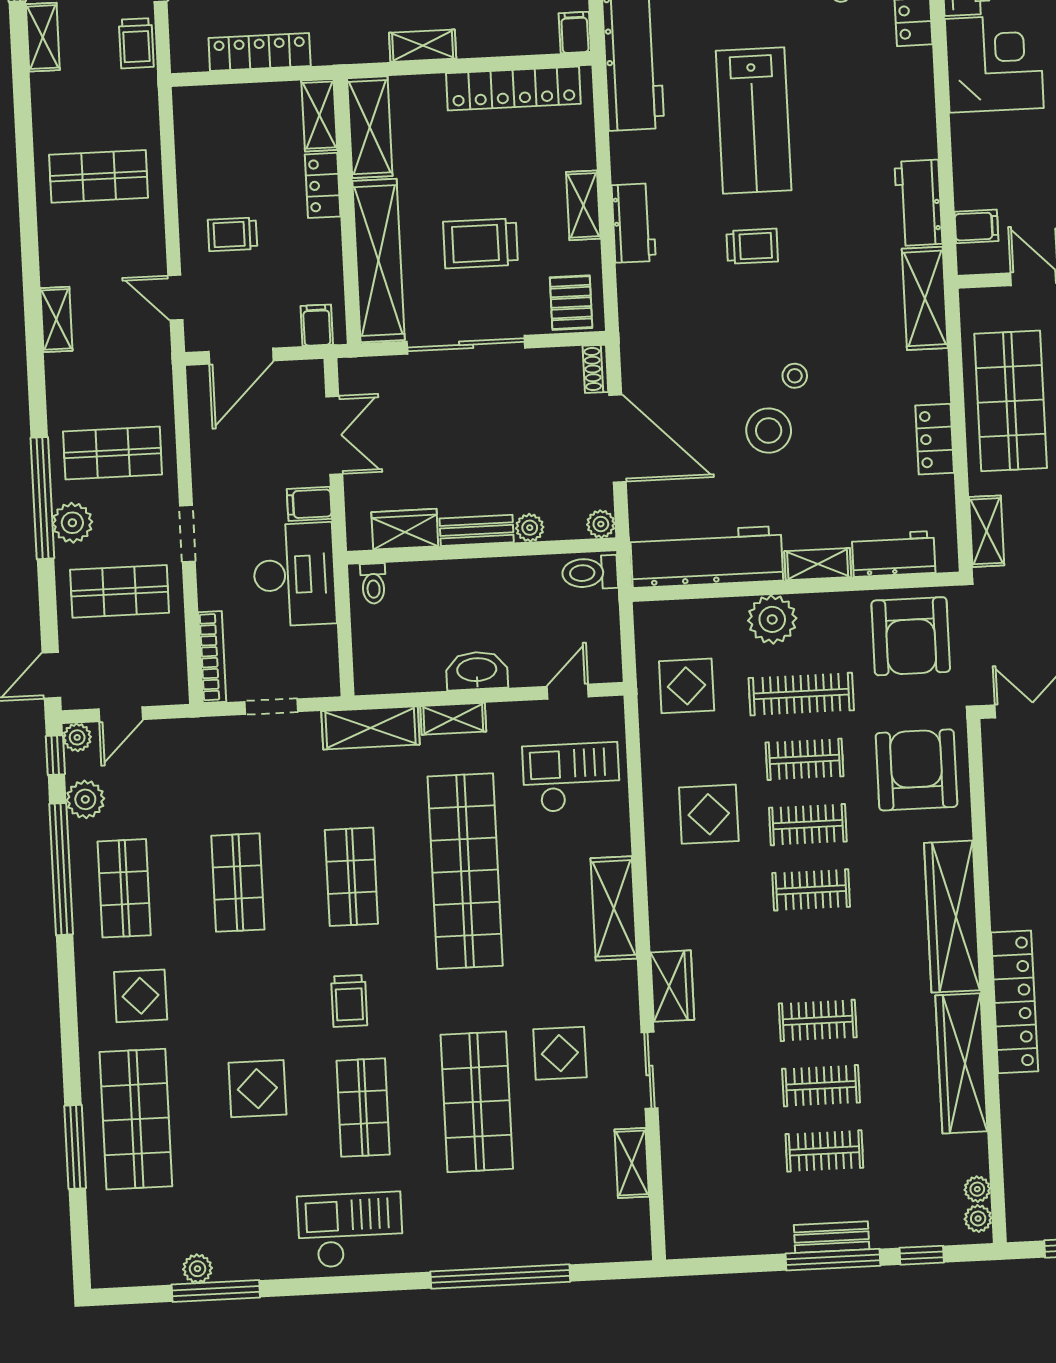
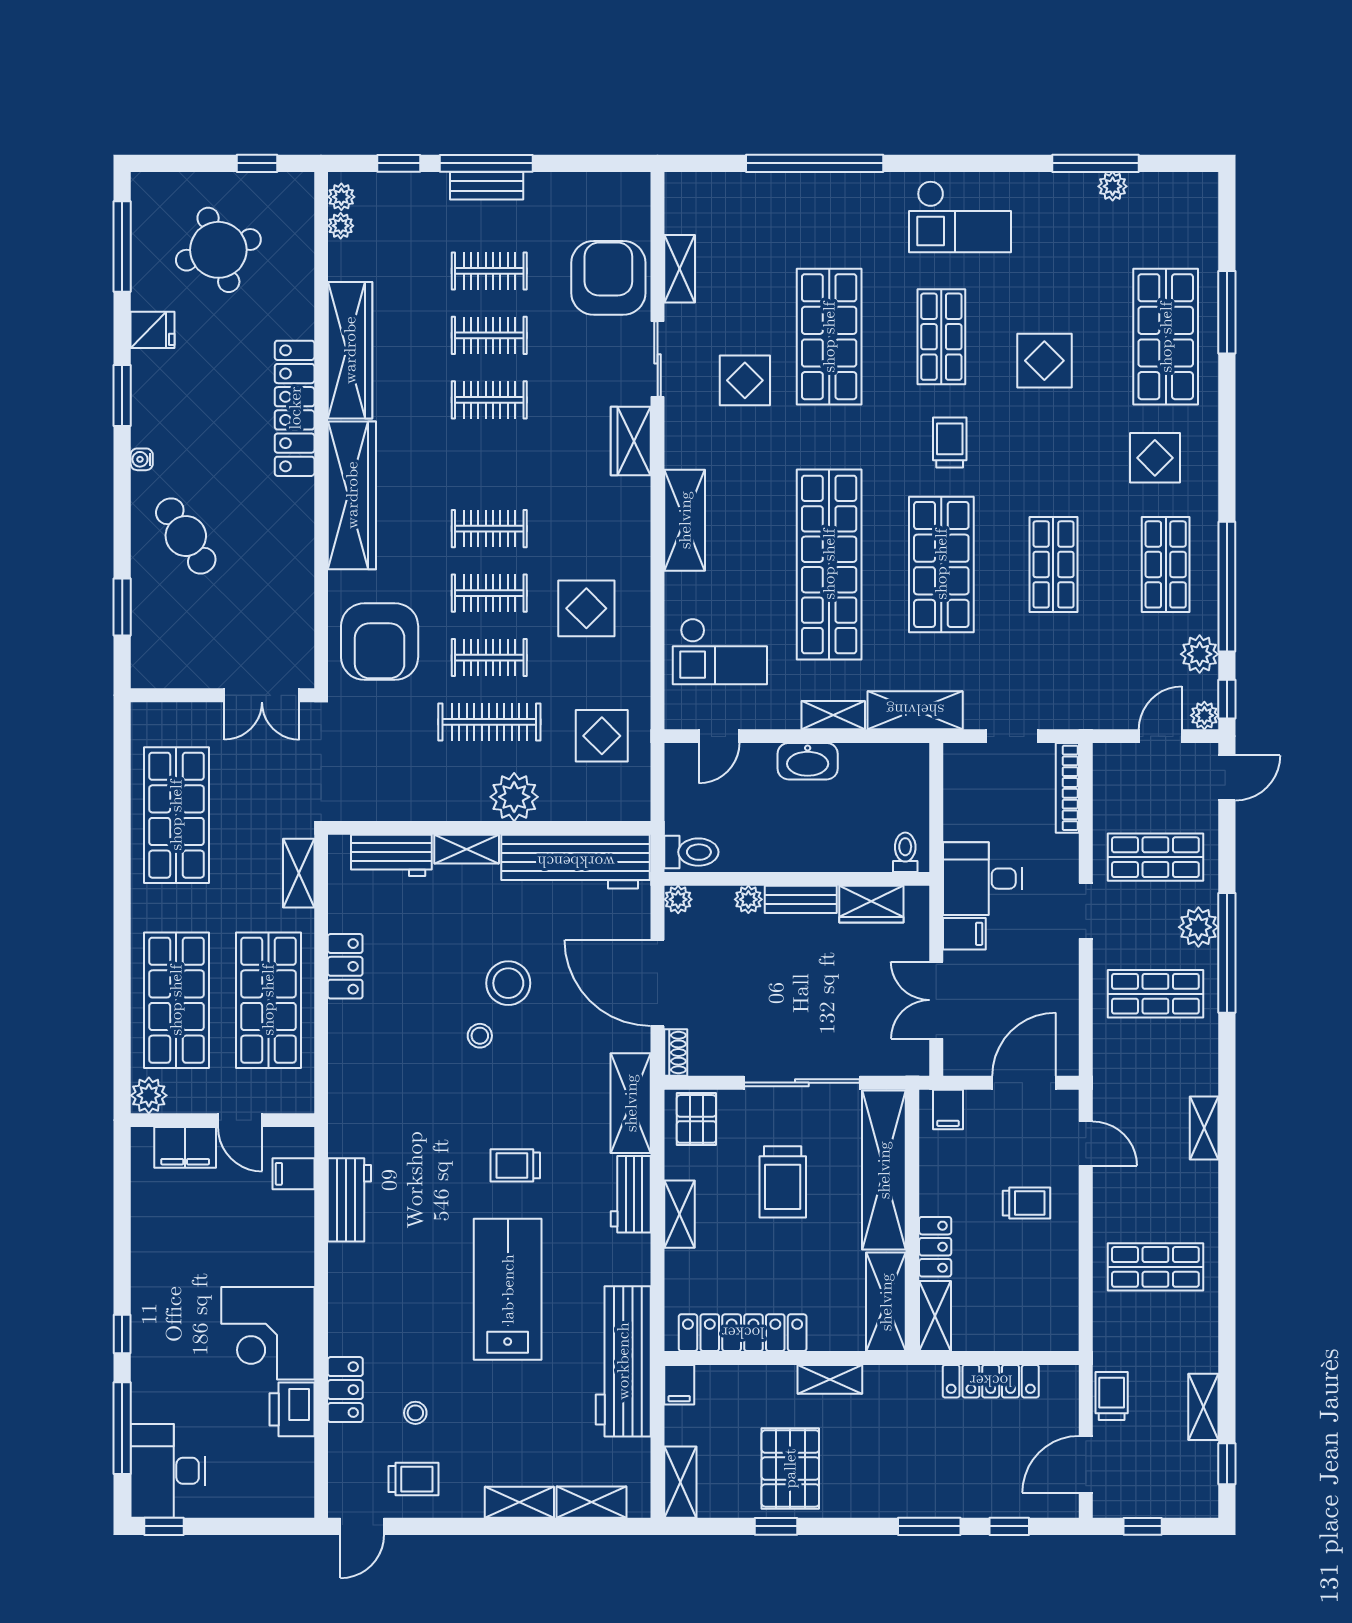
trolley: (480, 243) -> (783, 1182), turned 90
shelving: (925, 298) -> (631, 1103), moved
desk: (294, 575) -> (982, 879), width x0.73
armchair: (911, 636) -> (608, 278), moved
shop shelf: (351, 877) -> (941, 564), width x1.43, depth x1.36

